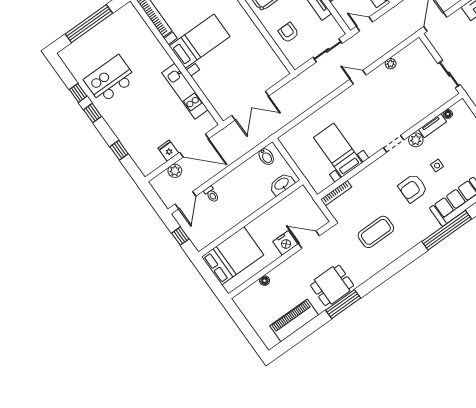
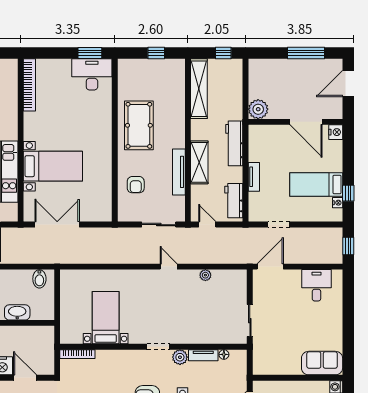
armchair: (288, 33) -> (136, 185), turned 180
bed with nightstands: (200, 41) -> (53, 166), moved
double door: (250, 106) -> (57, 225), swing flipped
washbasin: (282, 184) -> (17, 312), moved

